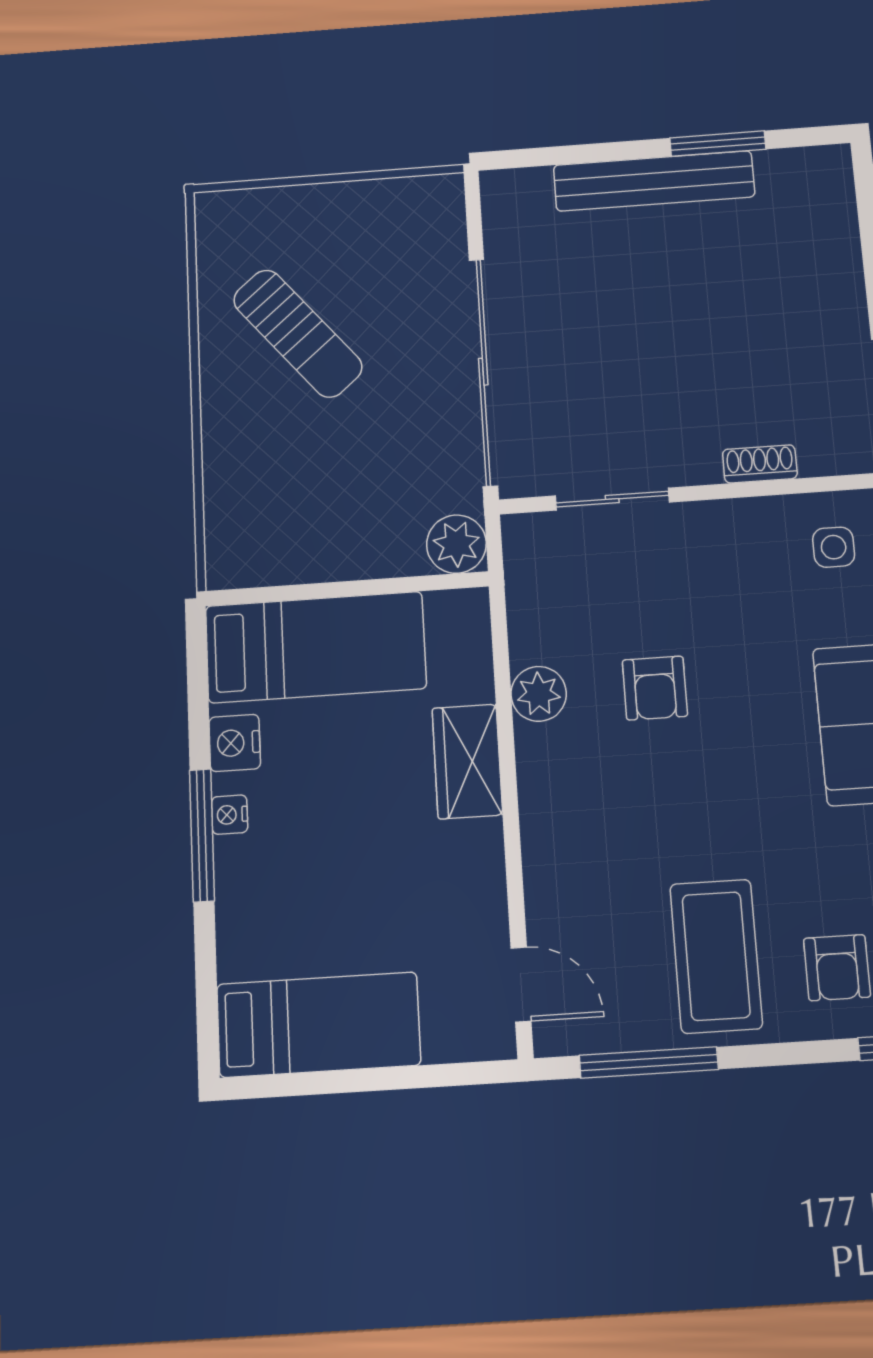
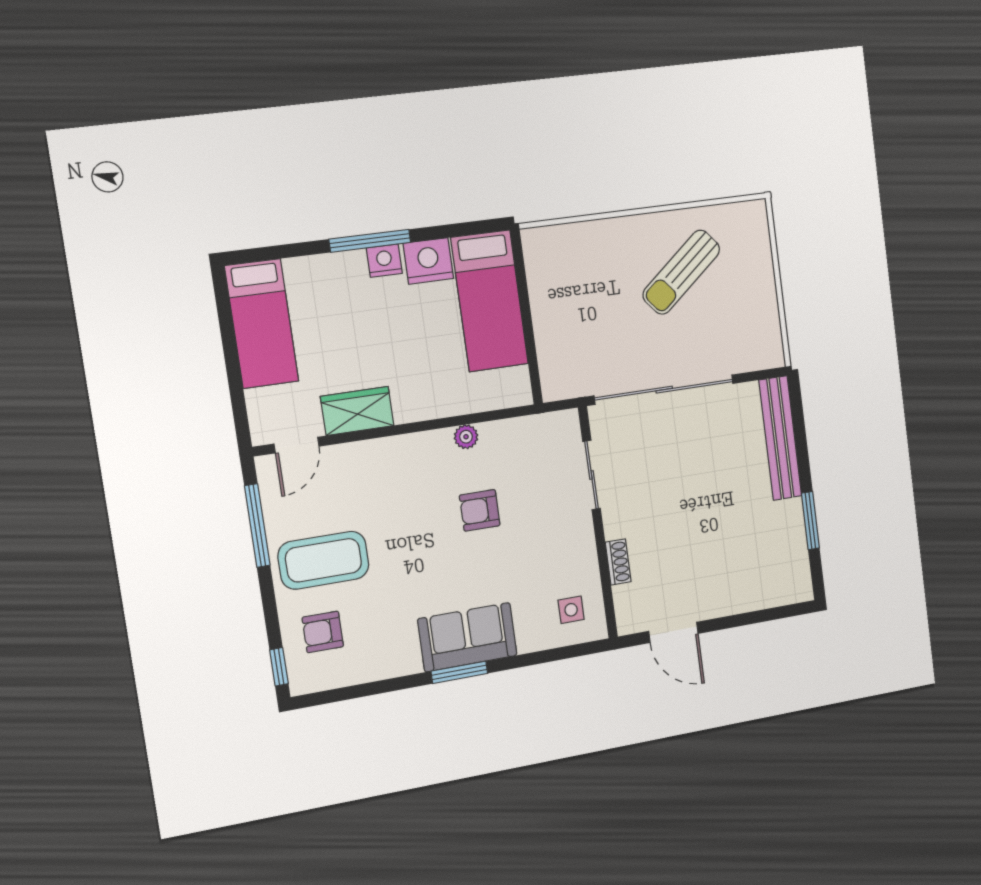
bench: (654, 181) -> (780, 438), moved
plant: (456, 544) -> (558, 382), removed
plant: (539, 694) -> (466, 437), width x0.73, depth x0.73
nightstand: (235, 743) -> (428, 261), width x1.36, depth x1.33
wardrobe: (467, 761) -> (357, 411), moved
nightstand: (230, 815) -> (384, 261), width x1.39, depth x1.35

